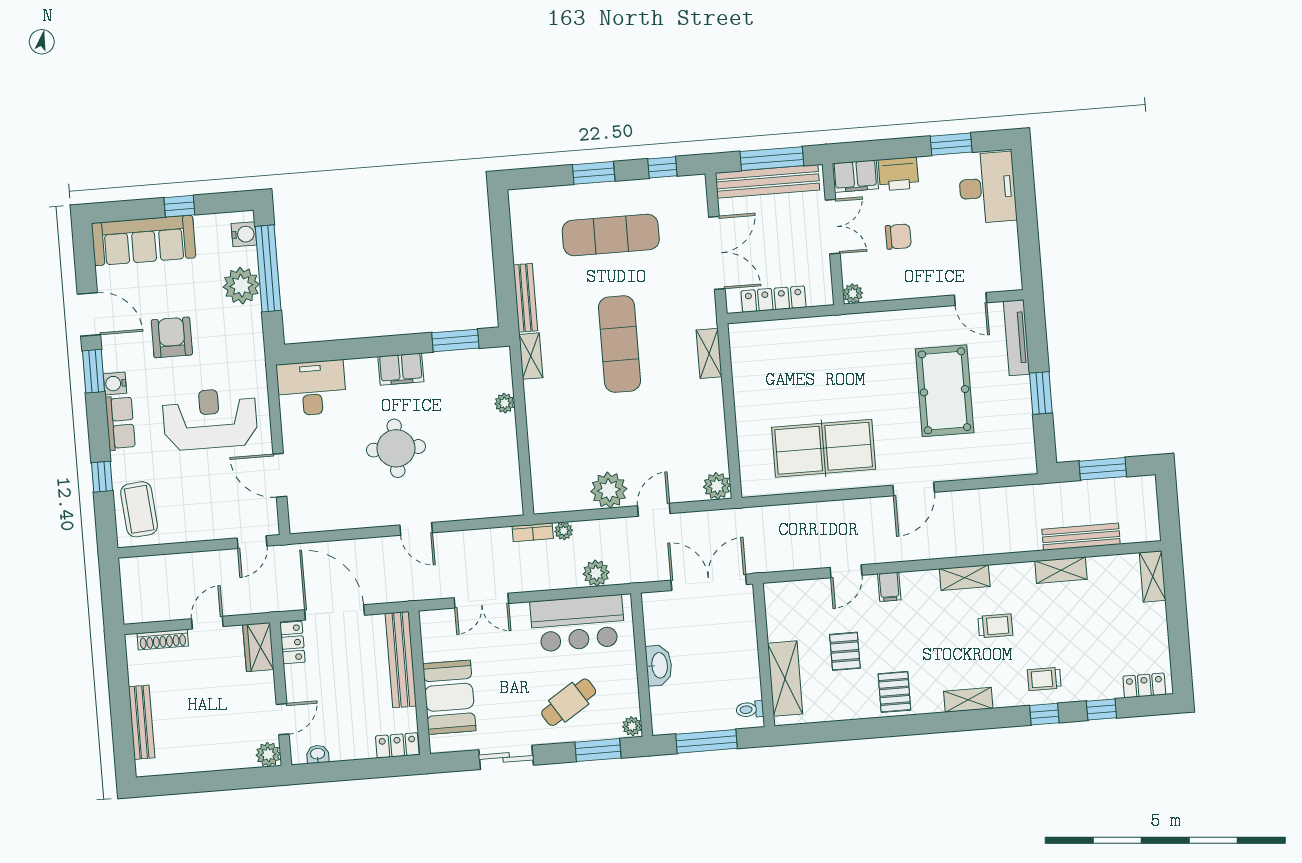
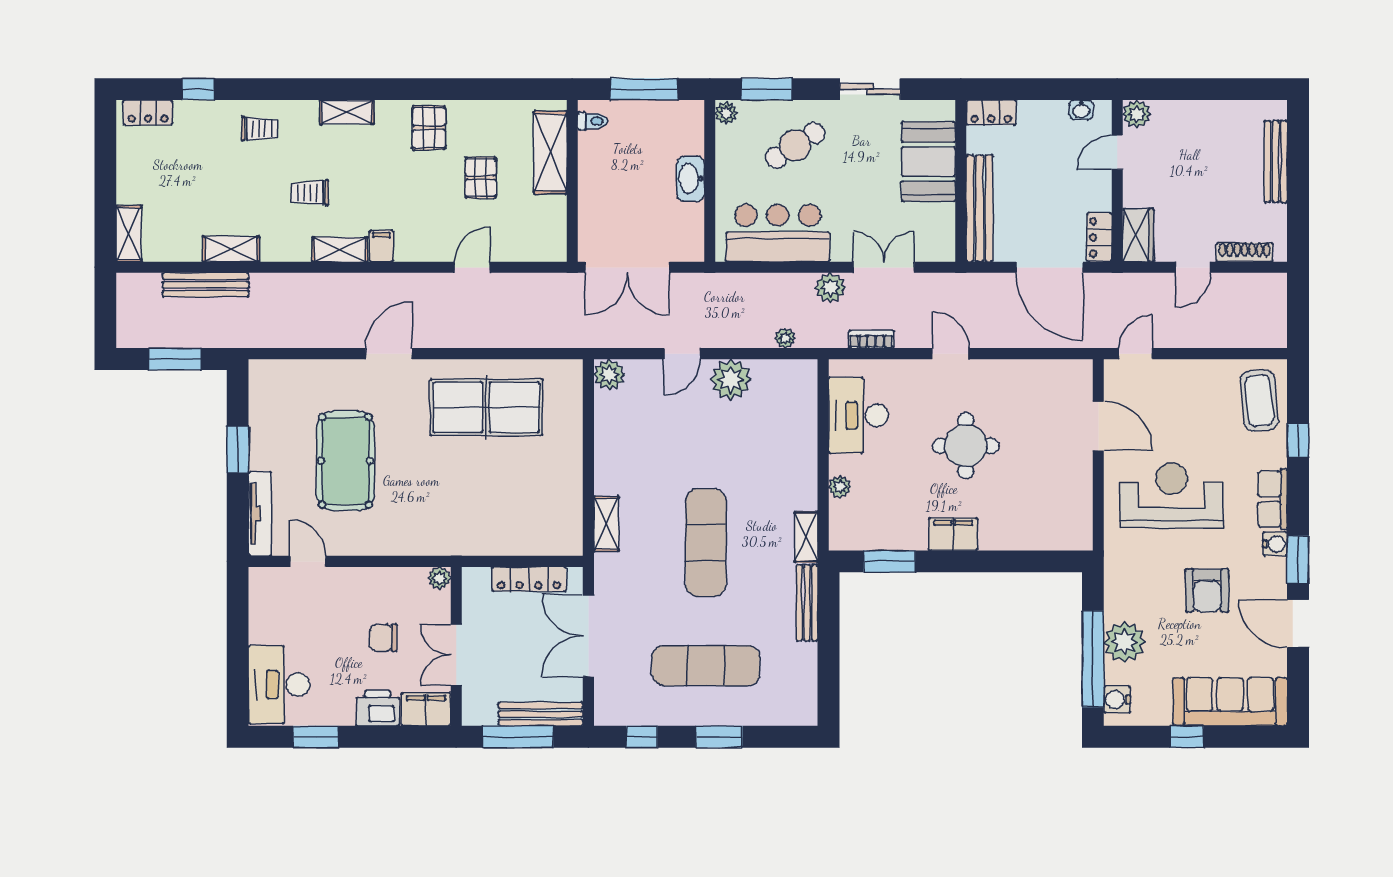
bench: (767, 181) -> (541, 714), width x0.73, depth x0.82
desk: (311, 388) -> (858, 415), moved, turned 90
reception desk: (210, 419) -> (1172, 496), turned 180
bookcase: (533, 532) -> (871, 339), moved
plant: (596, 573) -> (830, 288), moved
filing cabinet: (889, 587) -> (381, 246), moved
window: (1044, 714) -> (263, 89), removed

